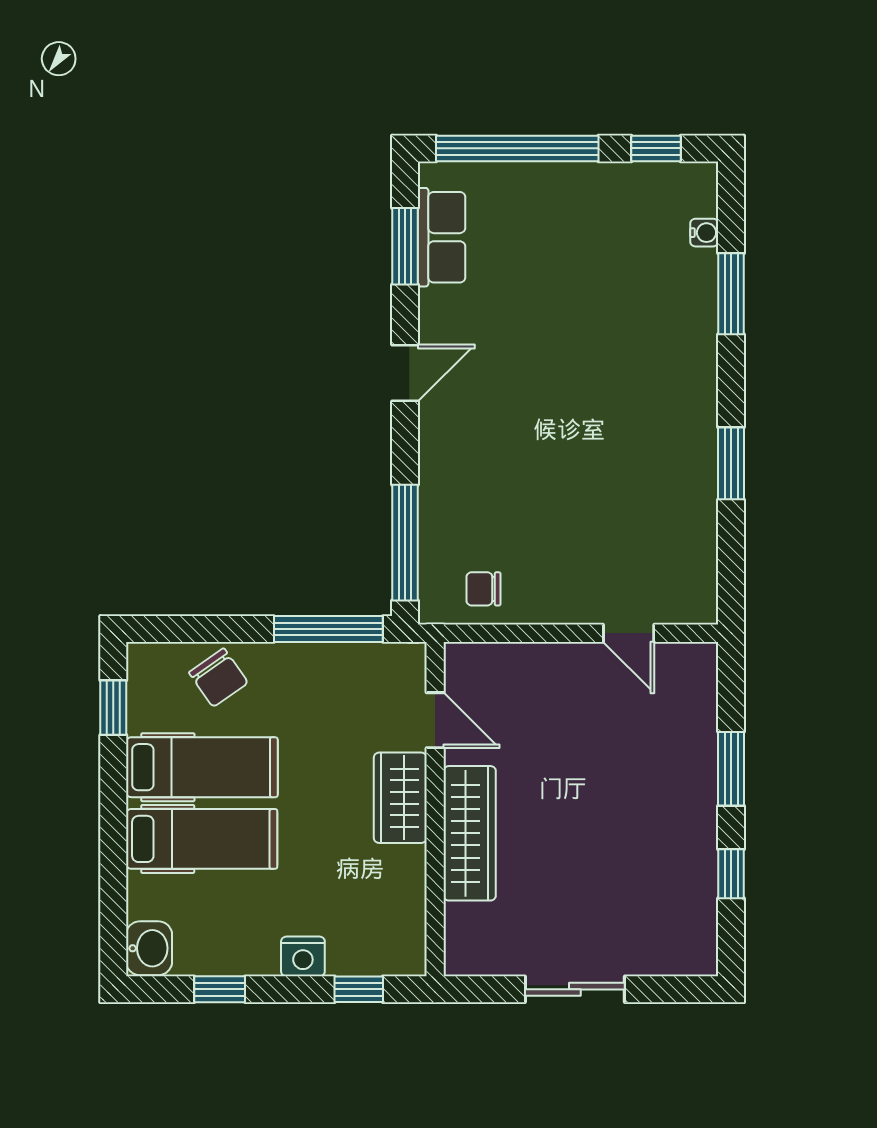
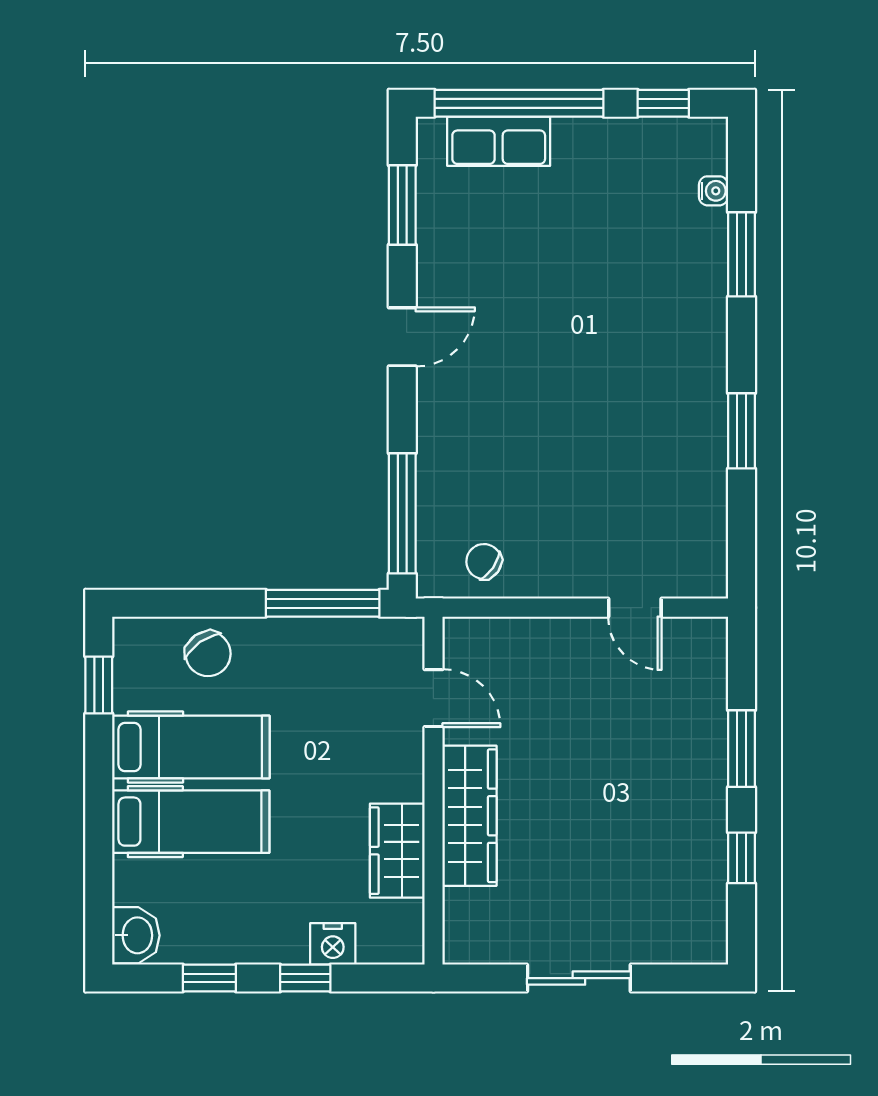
row of seats: (442, 237) -> (499, 141), moved, turned 90
chair: (483, 589) -> (484, 562), turned 35
wardrobe: (400, 798) -> (397, 851), moved
nightstand: (303, 956) -> (333, 944), moved
window: (359, 989) -> (305, 978), moved

